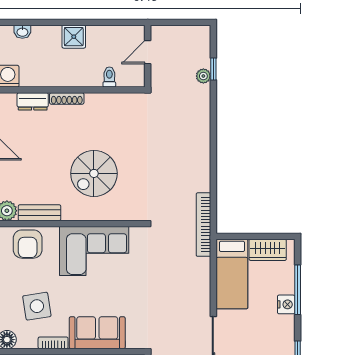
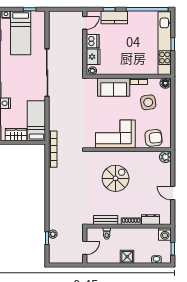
bench: (39, 213) -> (106, 220), moved
armchair: (28, 244) -> (154, 138), turned 84

